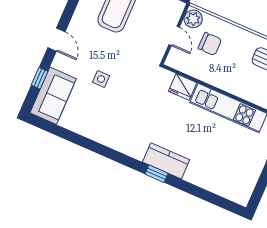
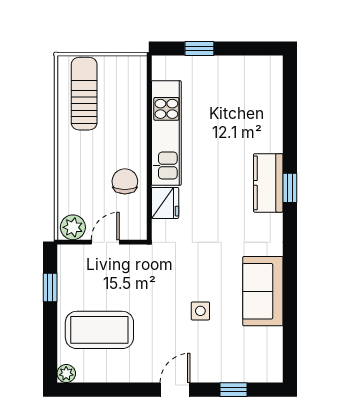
chair: (210, 44) -> (125, 181), moved
sofa: (53, 96) -> (263, 291), moved, turned -90

